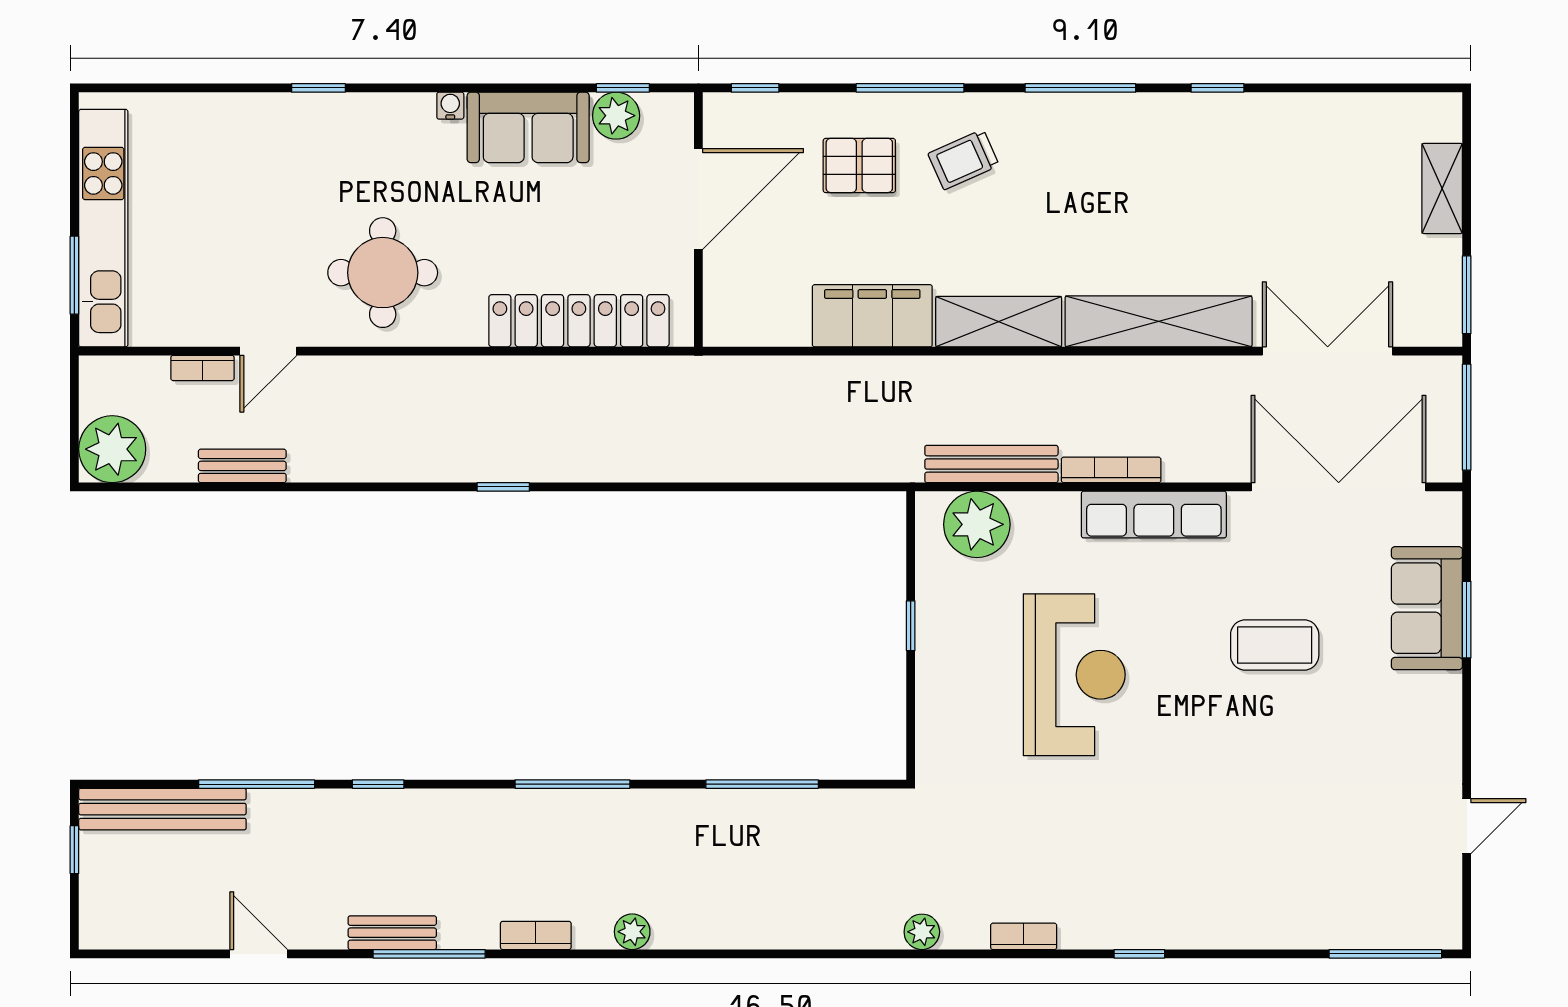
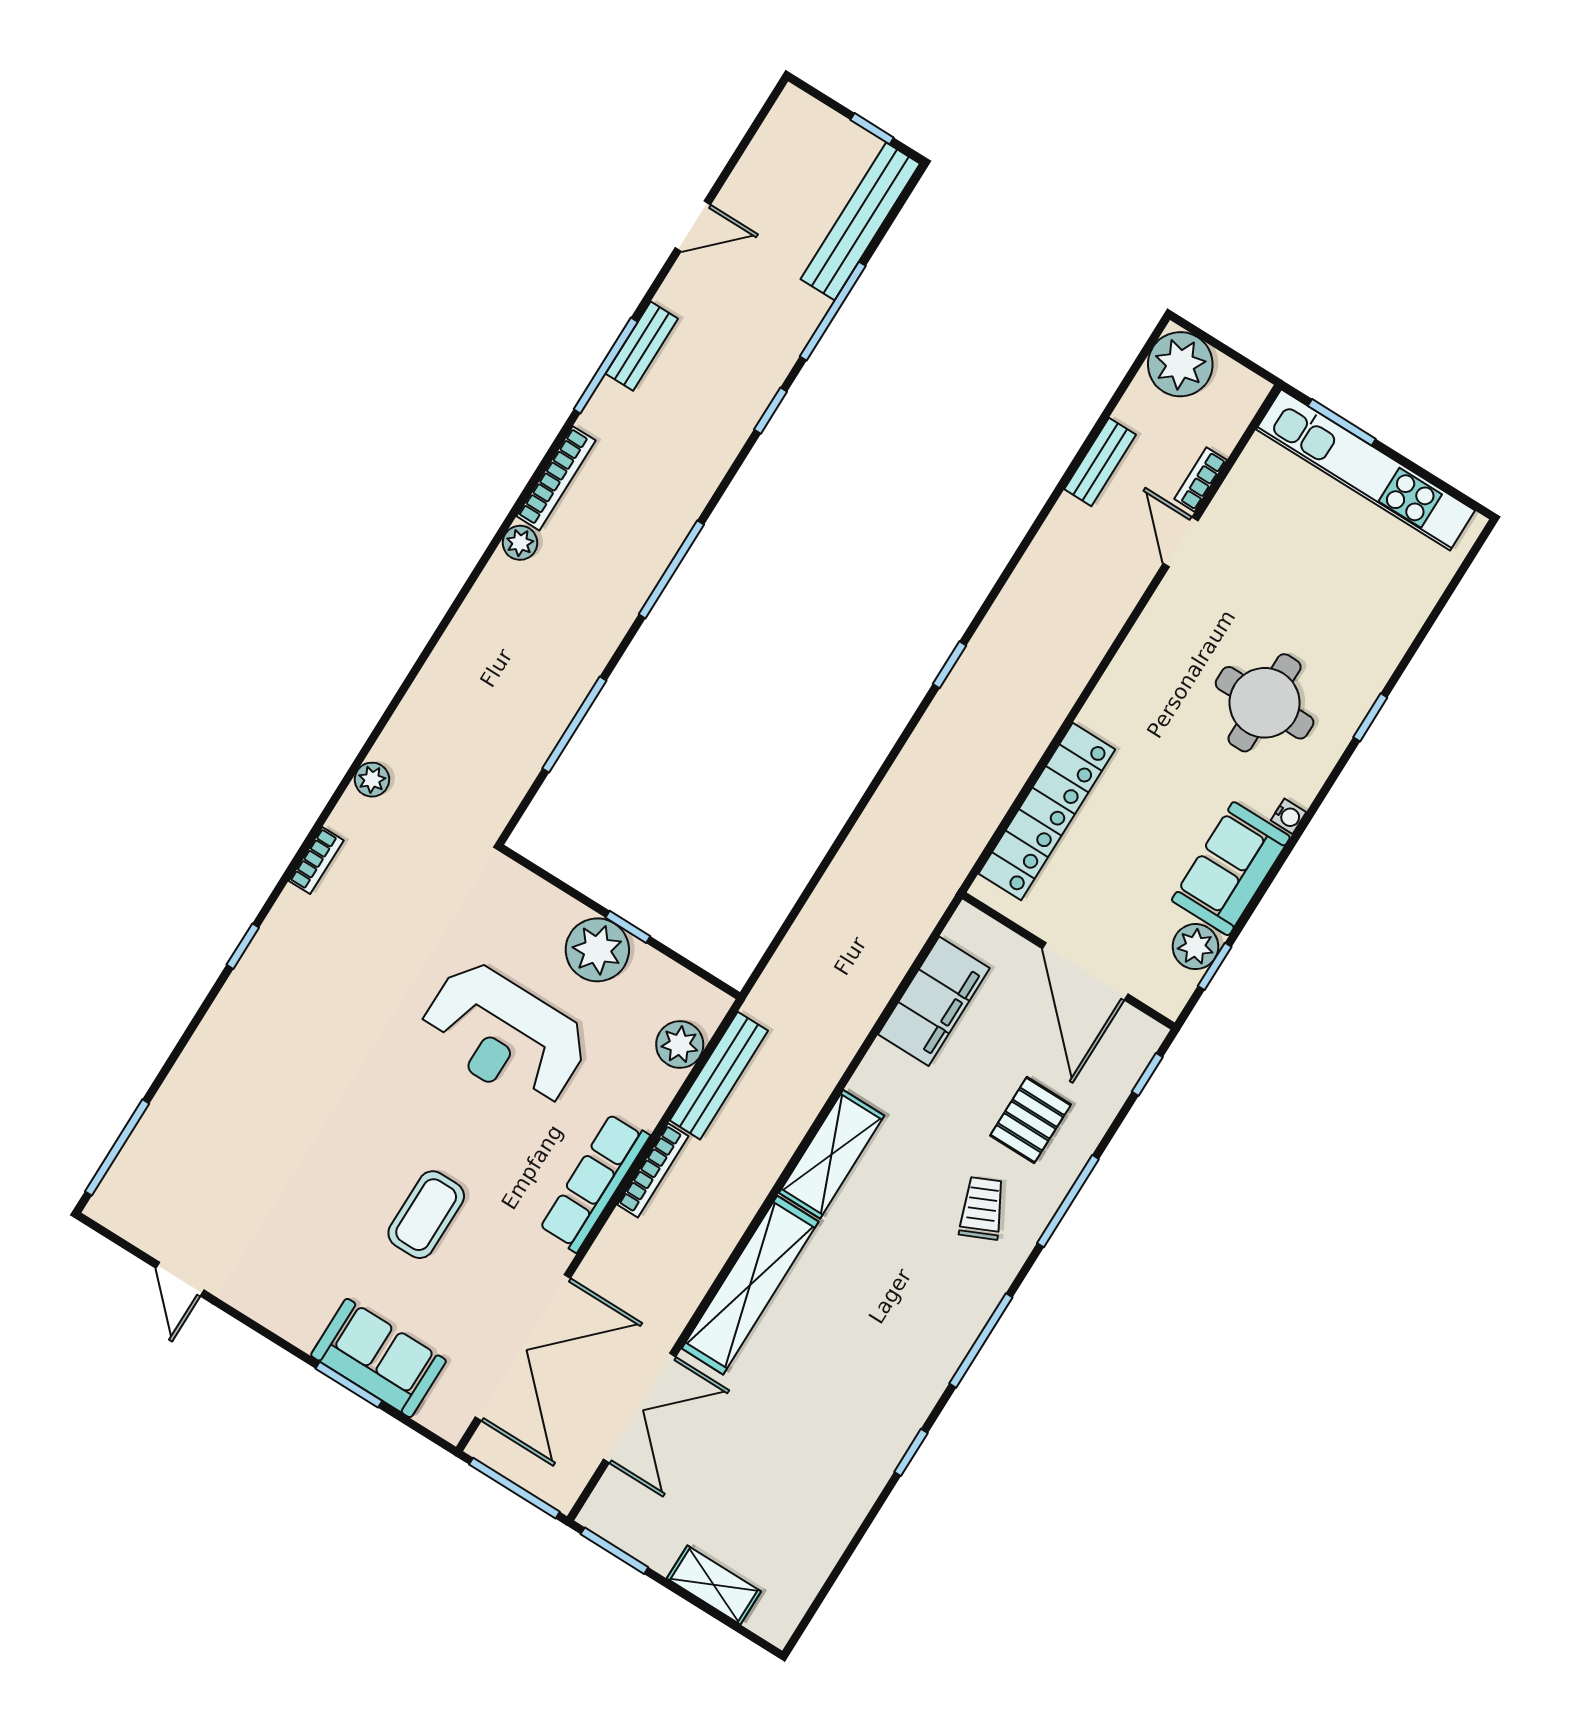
round table: (383, 273) -> (1265, 703), moved
filing cabinet: (872, 316) -> (934, 1001), moved
plant: (977, 524) -> (680, 1045), width x0.73, depth x0.73
plant: (948, 640) -> (597, 950), added
bookcase: (536, 935) -> (556, 478), width x1.56

